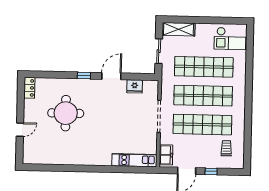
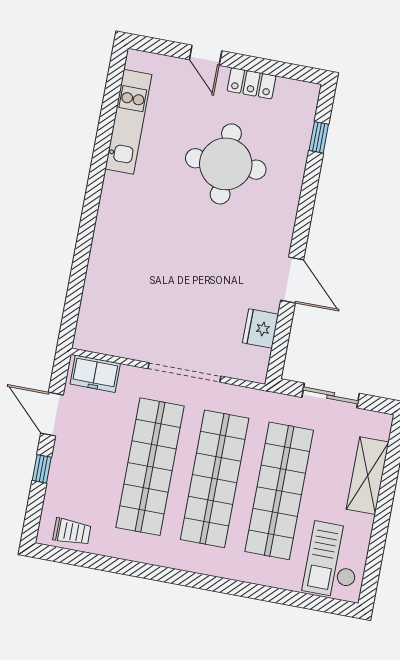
shelving: (179, 29) -> (368, 476), moved
window: (84, 75) -> (319, 137), moved
locker: (29, 88) -> (251, 83), moved
trolley: (226, 148) -> (72, 532), moved
kitchen unit: (134, 160) -> (129, 122), moved

